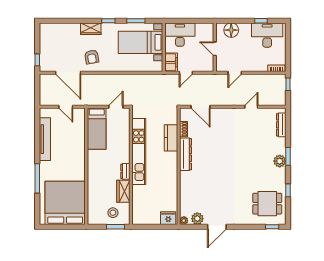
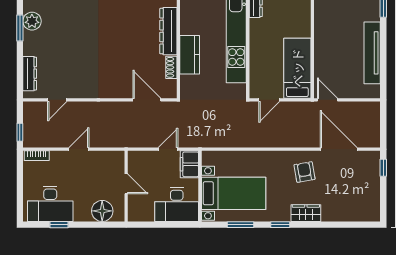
door: (235, 73) -> (79, 149), moved
door: (66, 107) -> (328, 100), moved
door: (251, 107) -> (57, 100), moved

